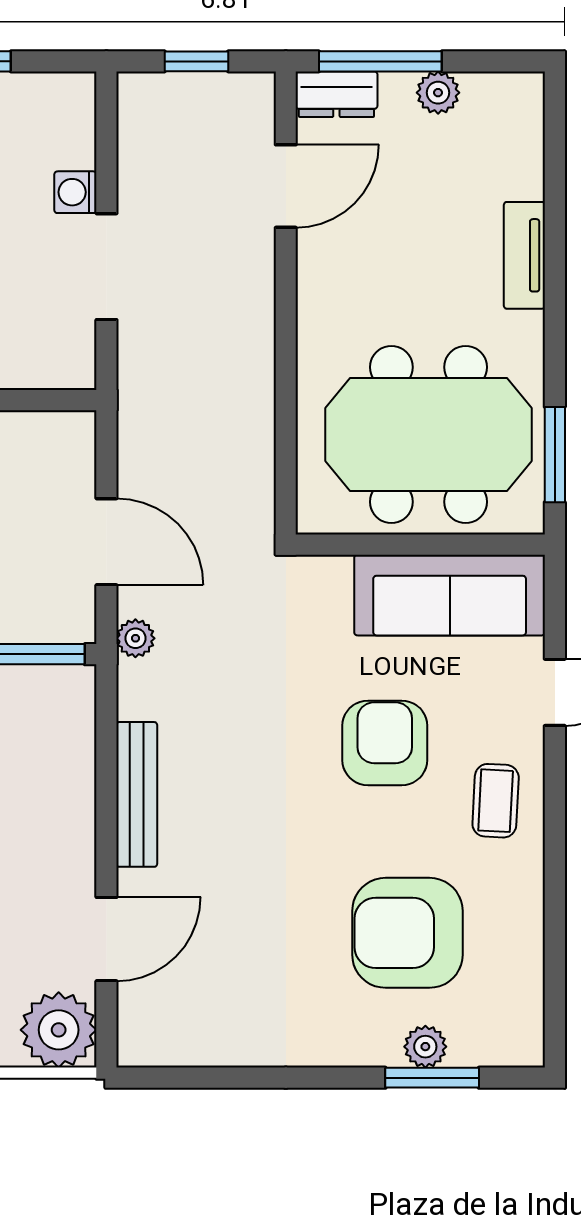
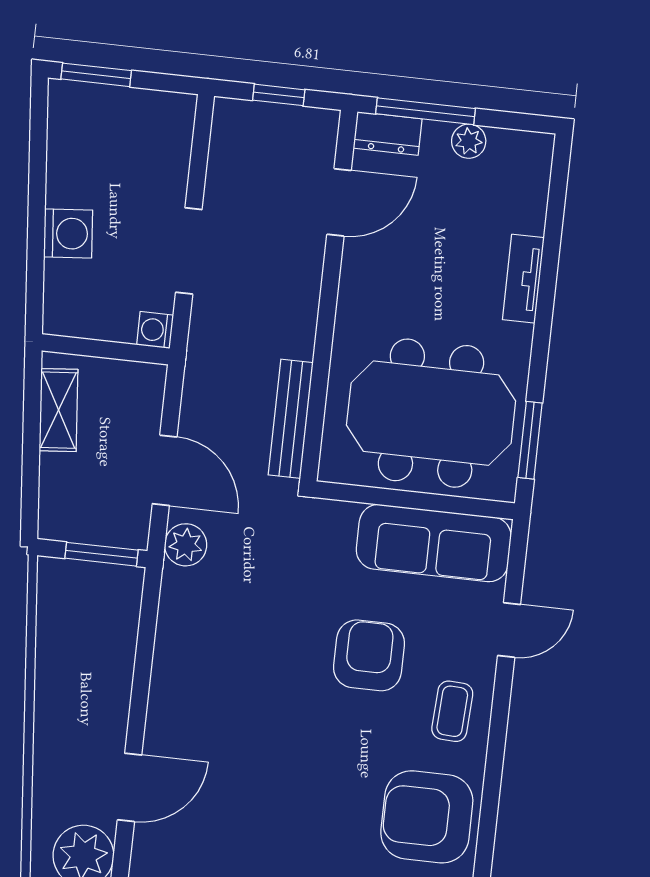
washing machine: (75, 192) -> (155, 330), moved
plant: (135, 638) -> (186, 545), width x1.38, depth x1.38
bench: (137, 794) -> (291, 419), moved
armchair: (407, 933) -> (427, 817), moved

